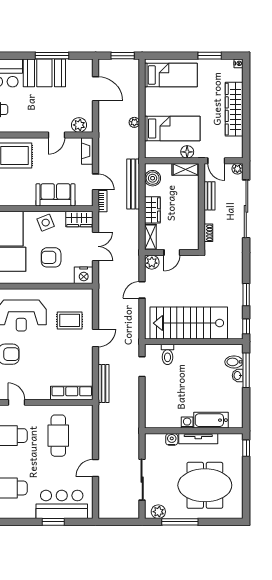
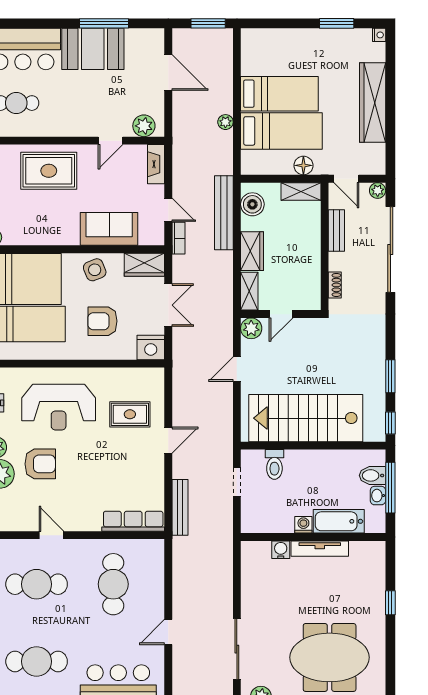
bed: (171, 75) -> (279, 94), moved
bathtub: (211, 420) -> (339, 521), moved
washing machine: (187, 422) -> (303, 525), moved
wall: (194, 431) -> (313, 537), moved
water cooler: (172, 439) -> (281, 550), moved
tv unit: (198, 439) -> (320, 549), moved

